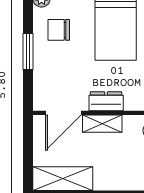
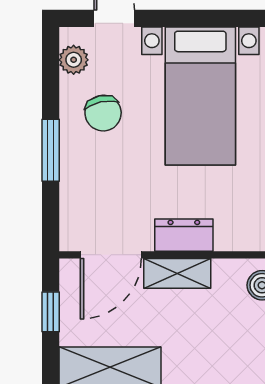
chair: (59, 30) -> (103, 113), turned -102
window: (28, 146) -> (51, 312), added

